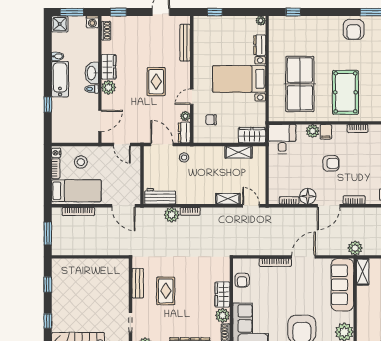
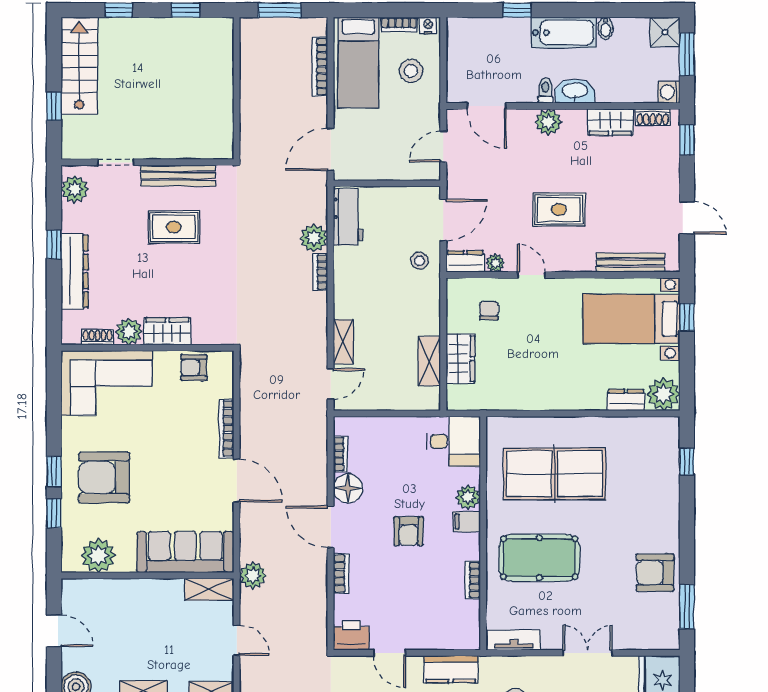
plant: (261, 21) -> (663, 394), width x1.87, depth x1.87
wardrobe: (109, 67) -> (610, 122), moved
bed with nightstands: (239, 79) -> (631, 319), moved, turned -90
wardrobe: (252, 135) -> (460, 359), moved
bench: (138, 283) -> (178, 176), width x1.36

